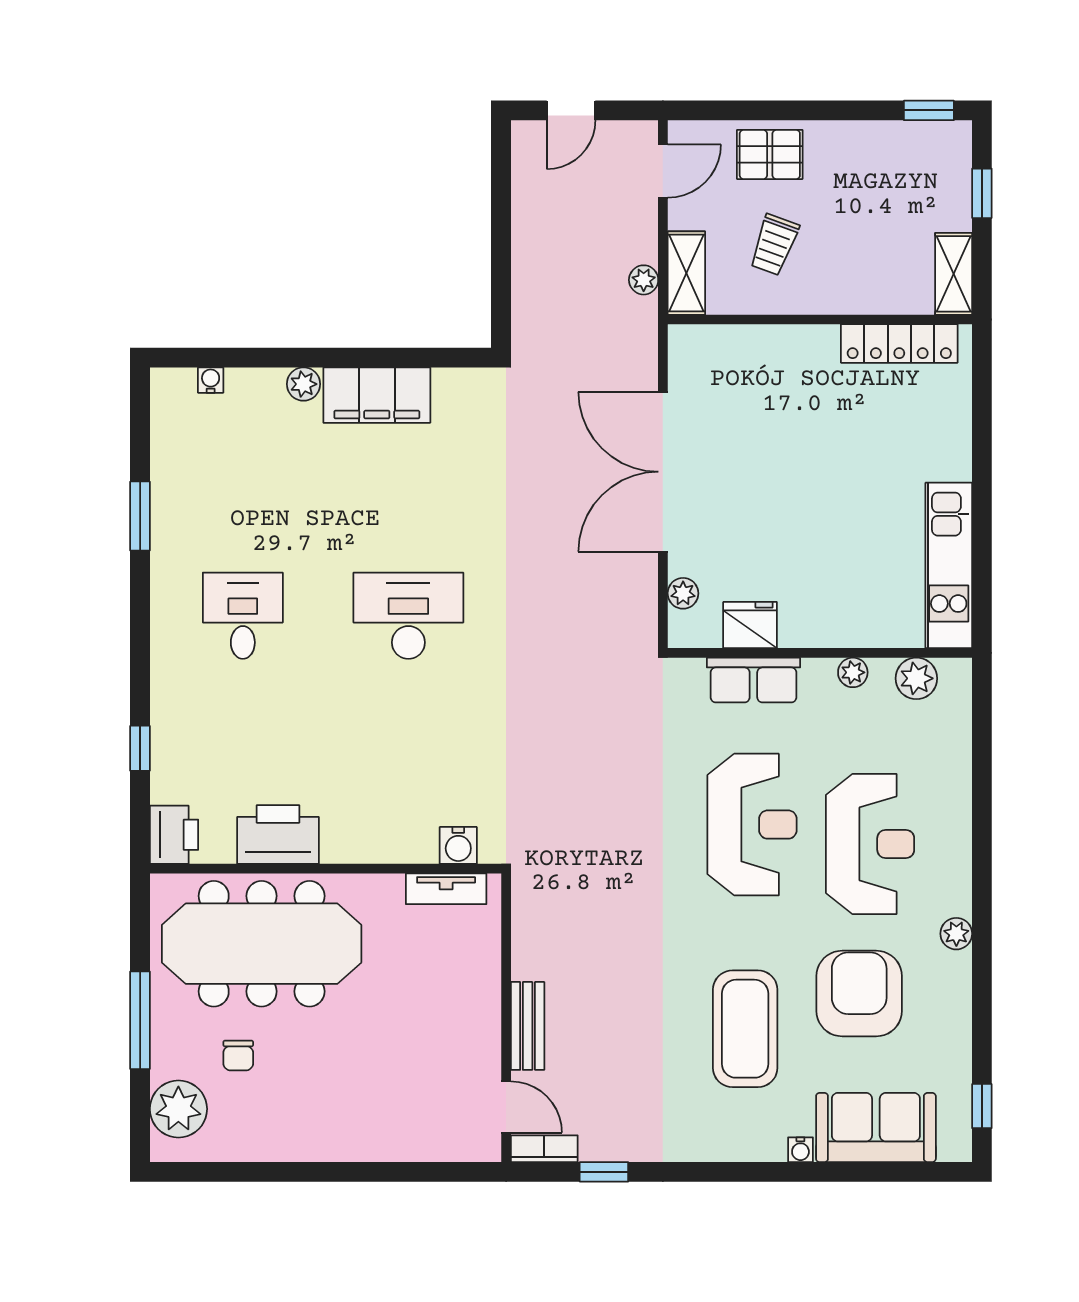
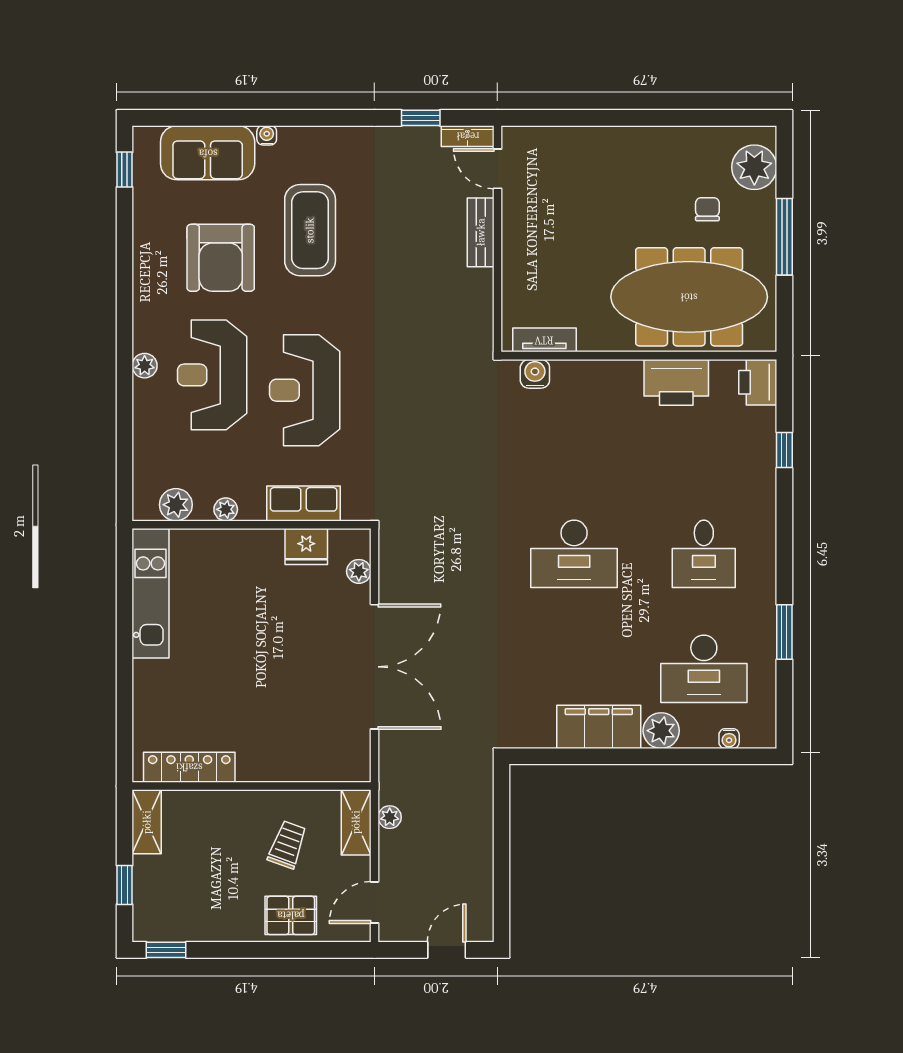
plant: (303, 384) -> (661, 731), width x1.38, depth x1.38
desk: (243, 469) -> (704, 669), added
plant: (956, 934) -> (145, 366), moved

